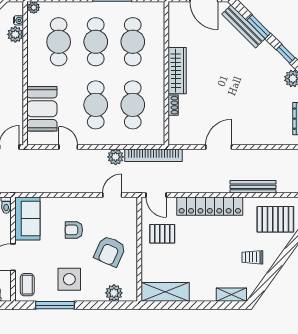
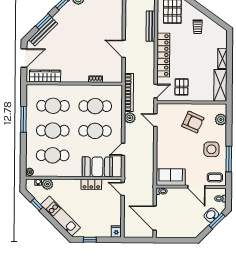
wardrobe: (177, 71) -> (45, 76), moved
locker: (16, 100) -> (91, 184), added
armchair: (74, 230) -> (179, 146), removed
shelving: (231, 295) -> (222, 59), moved

